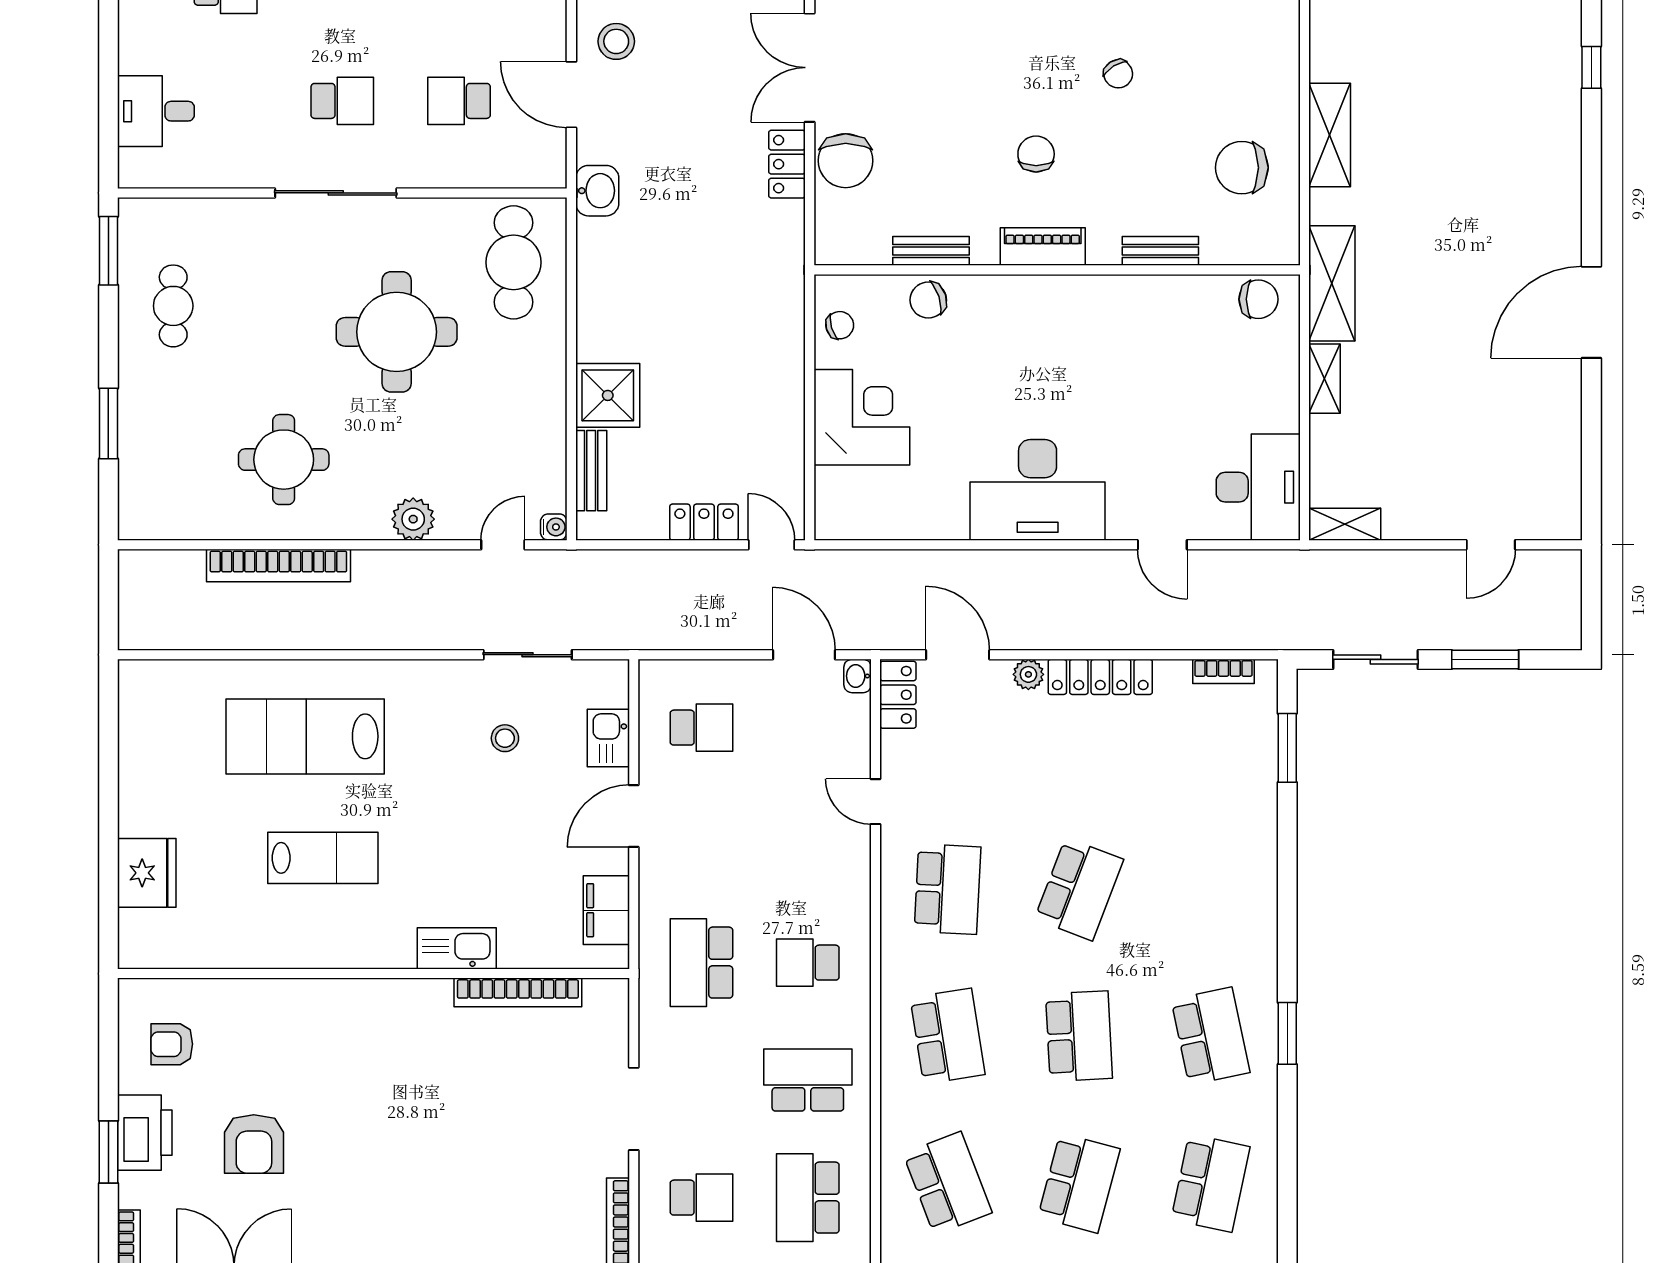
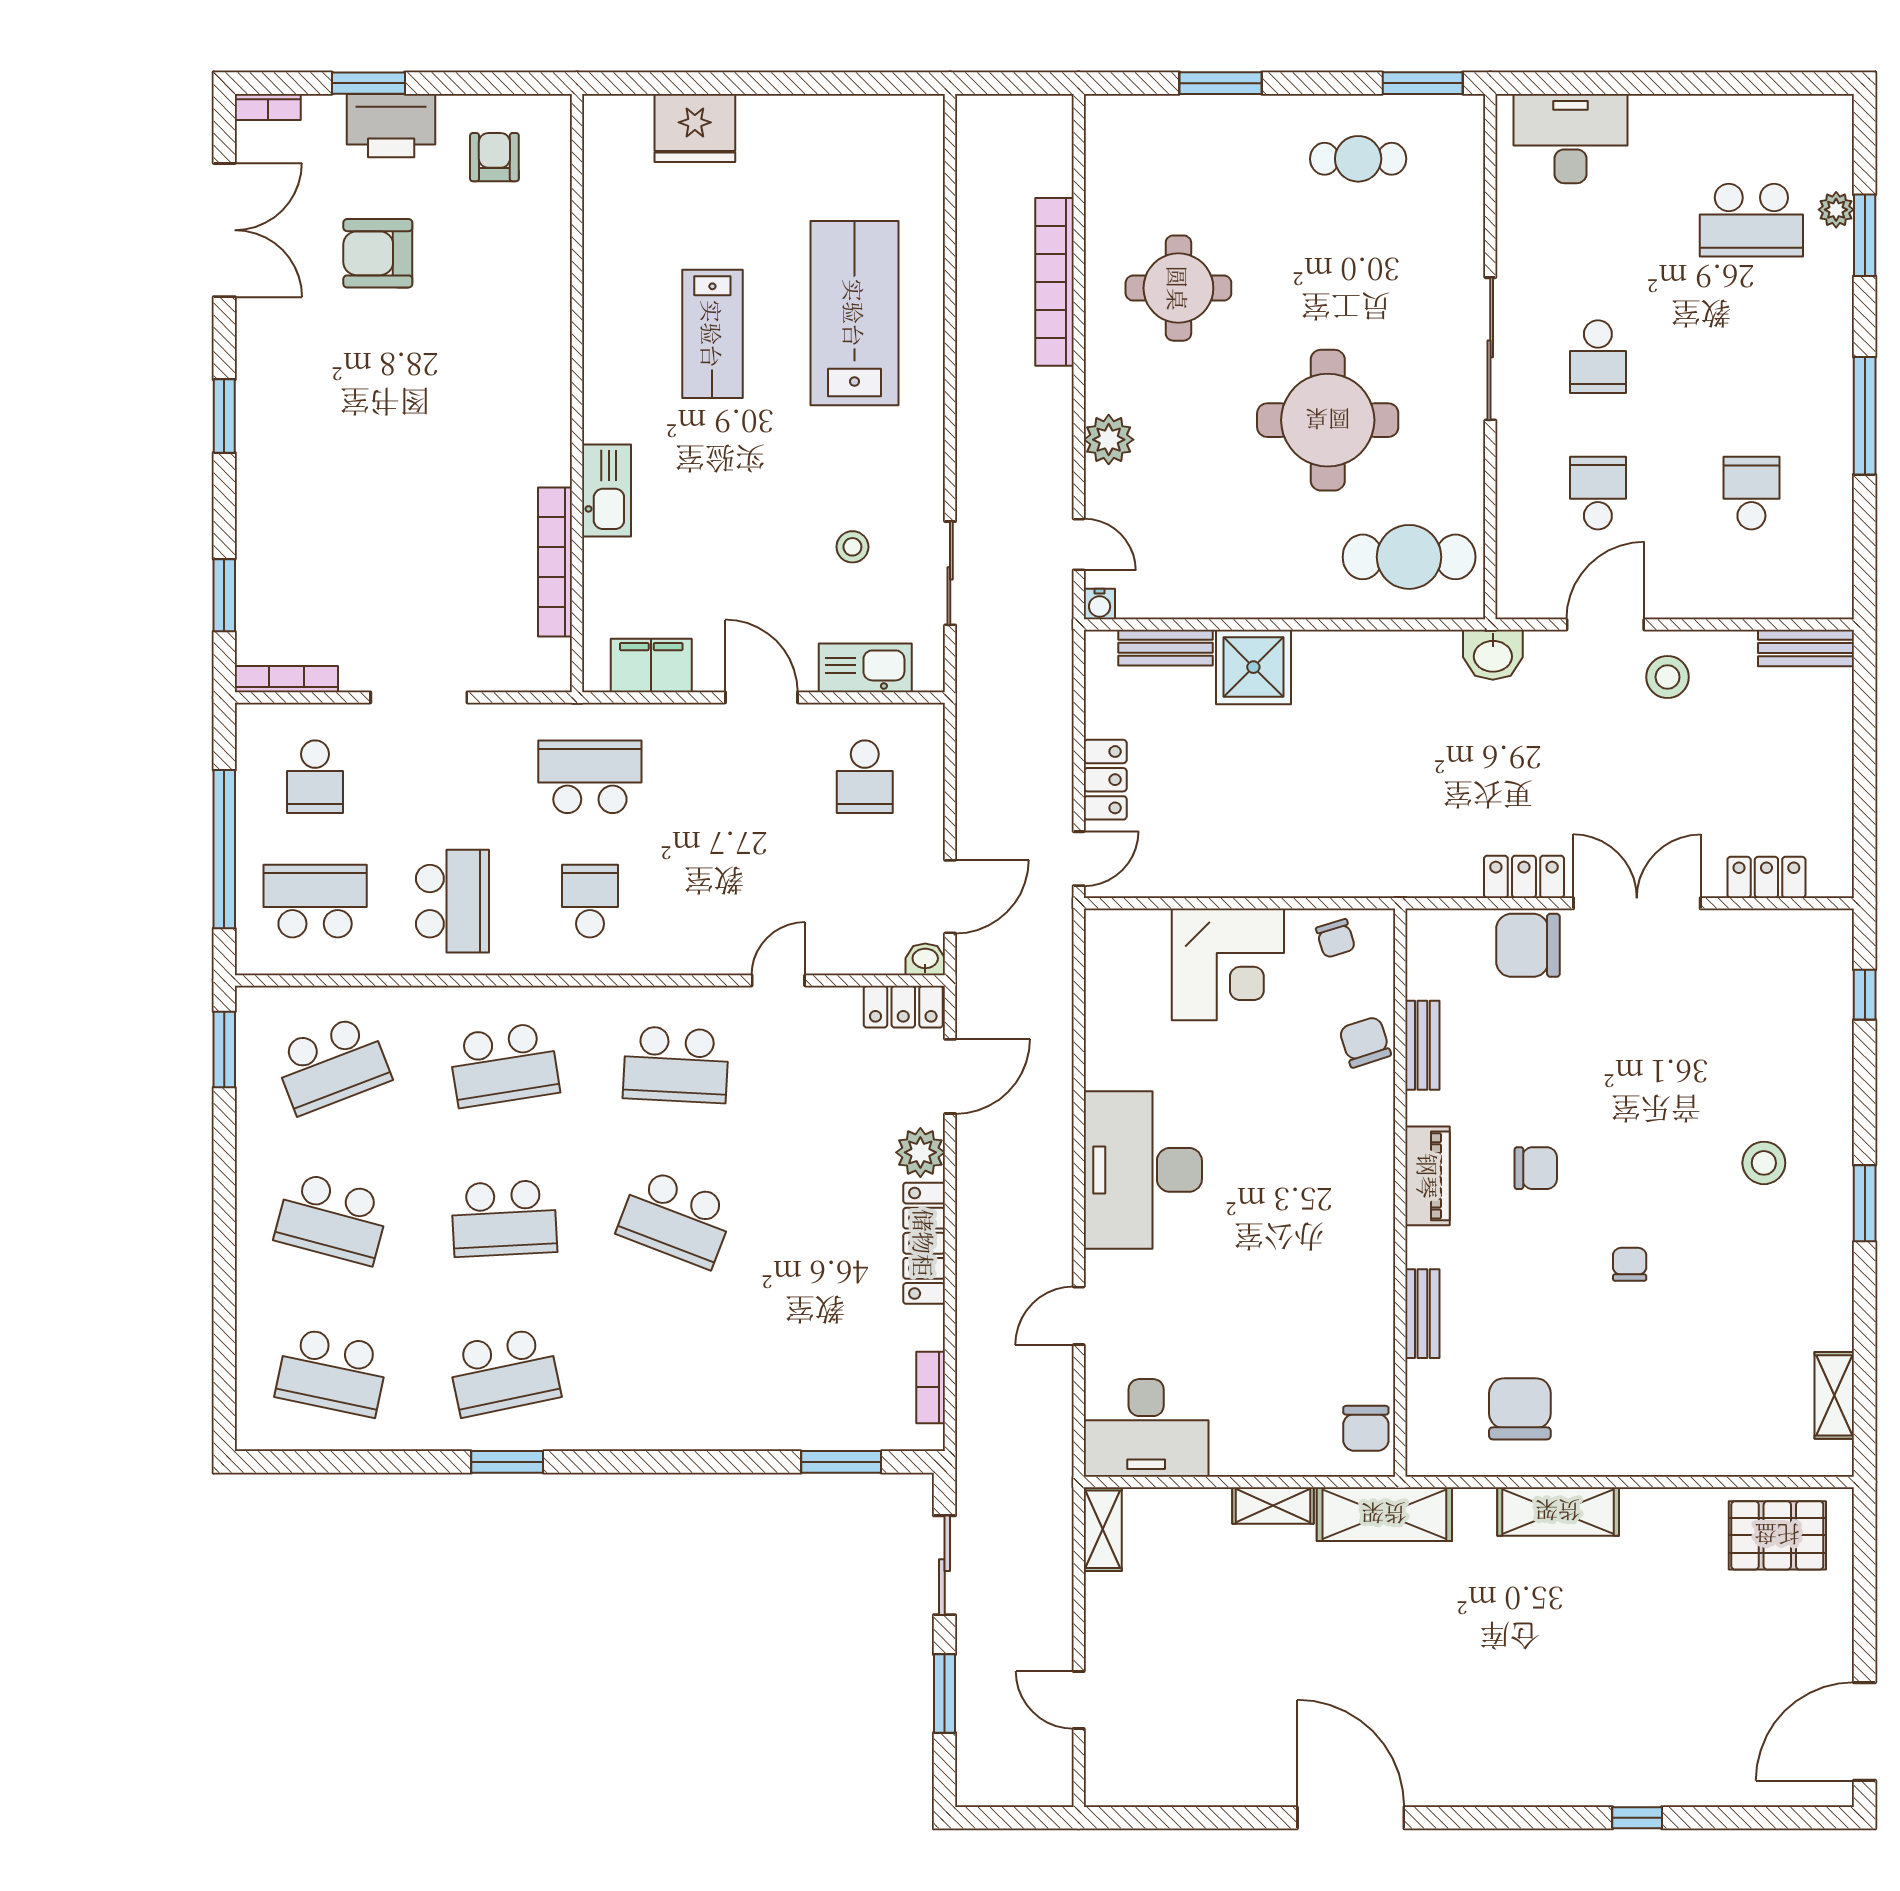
chair: (1118, 74) -> (1630, 1264), turned 122
desk: (156, 111) -> (1570, 139), width x1.37
plant: (1028, 674) -> (920, 1152), width x1.38, depth x1.38
kitchen sink: (608, 738) -> (865, 668), width x1.38

